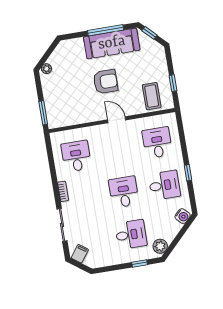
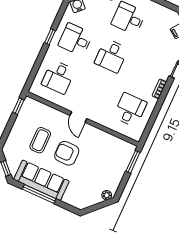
window: (173, 83) -> (18, 106), moved
coffee table: (152, 96) -> (40, 140), moved
desk: (76, 156) -> (130, 110), turned 180

